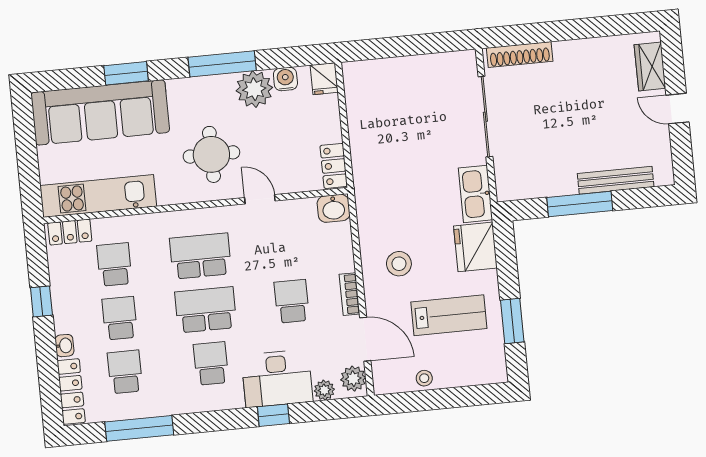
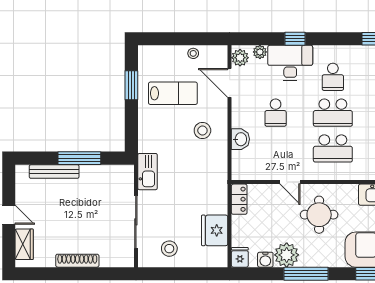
shoe rack: (520, 55) -> (77, 261), moved
stool: (431, 81) -> (169, 249), added
washbasin: (334, 208) -> (240, 139), moved, turned 90
fridge: (475, 247) -> (215, 230), moved, turned 180
bookcase: (350, 294) -> (237, 114), removed
lab bench: (449, 315) -> (173, 93), turned 180

